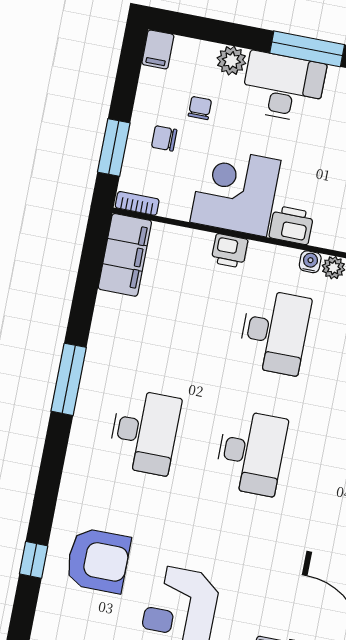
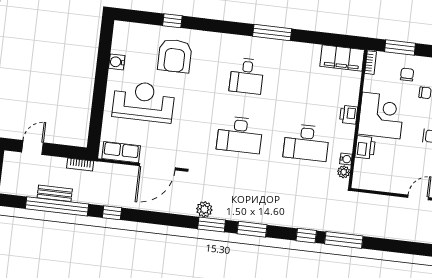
desk: (145, 432) -> (247, 76), width x0.73

